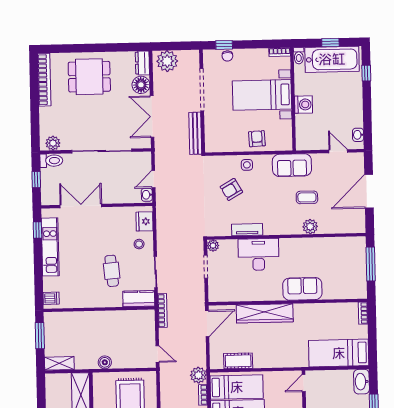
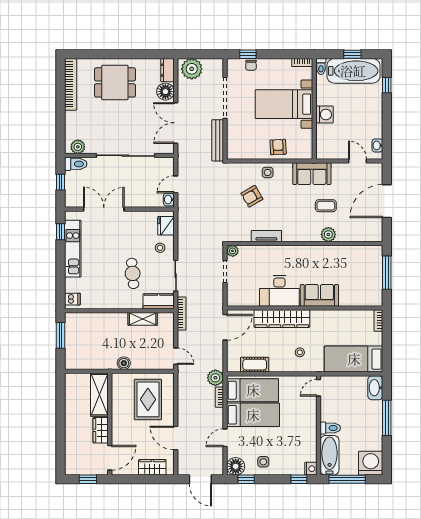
desk: (259, 254) -> (279, 291), moved, turned 180
stool: (284, 347) -> (300, 352), added
shelving: (59, 363) -> (143, 319), moved

